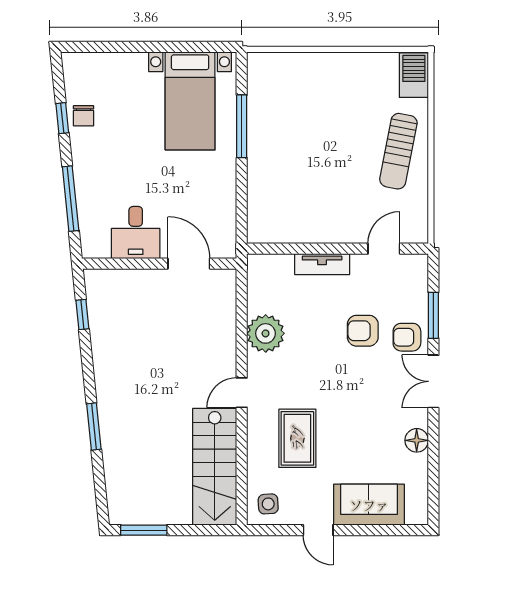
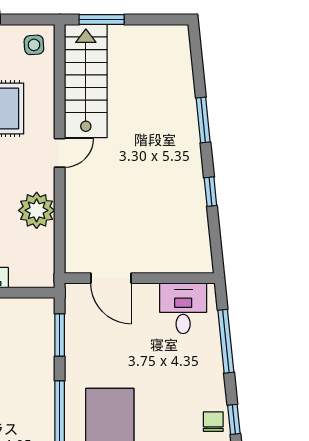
window: (242, 205) -> (60, 335), added
desk: (136, 233) -> (183, 308), moved
window: (82, 315) -> (210, 192), moved
window: (144, 530) -> (102, 20), moved

